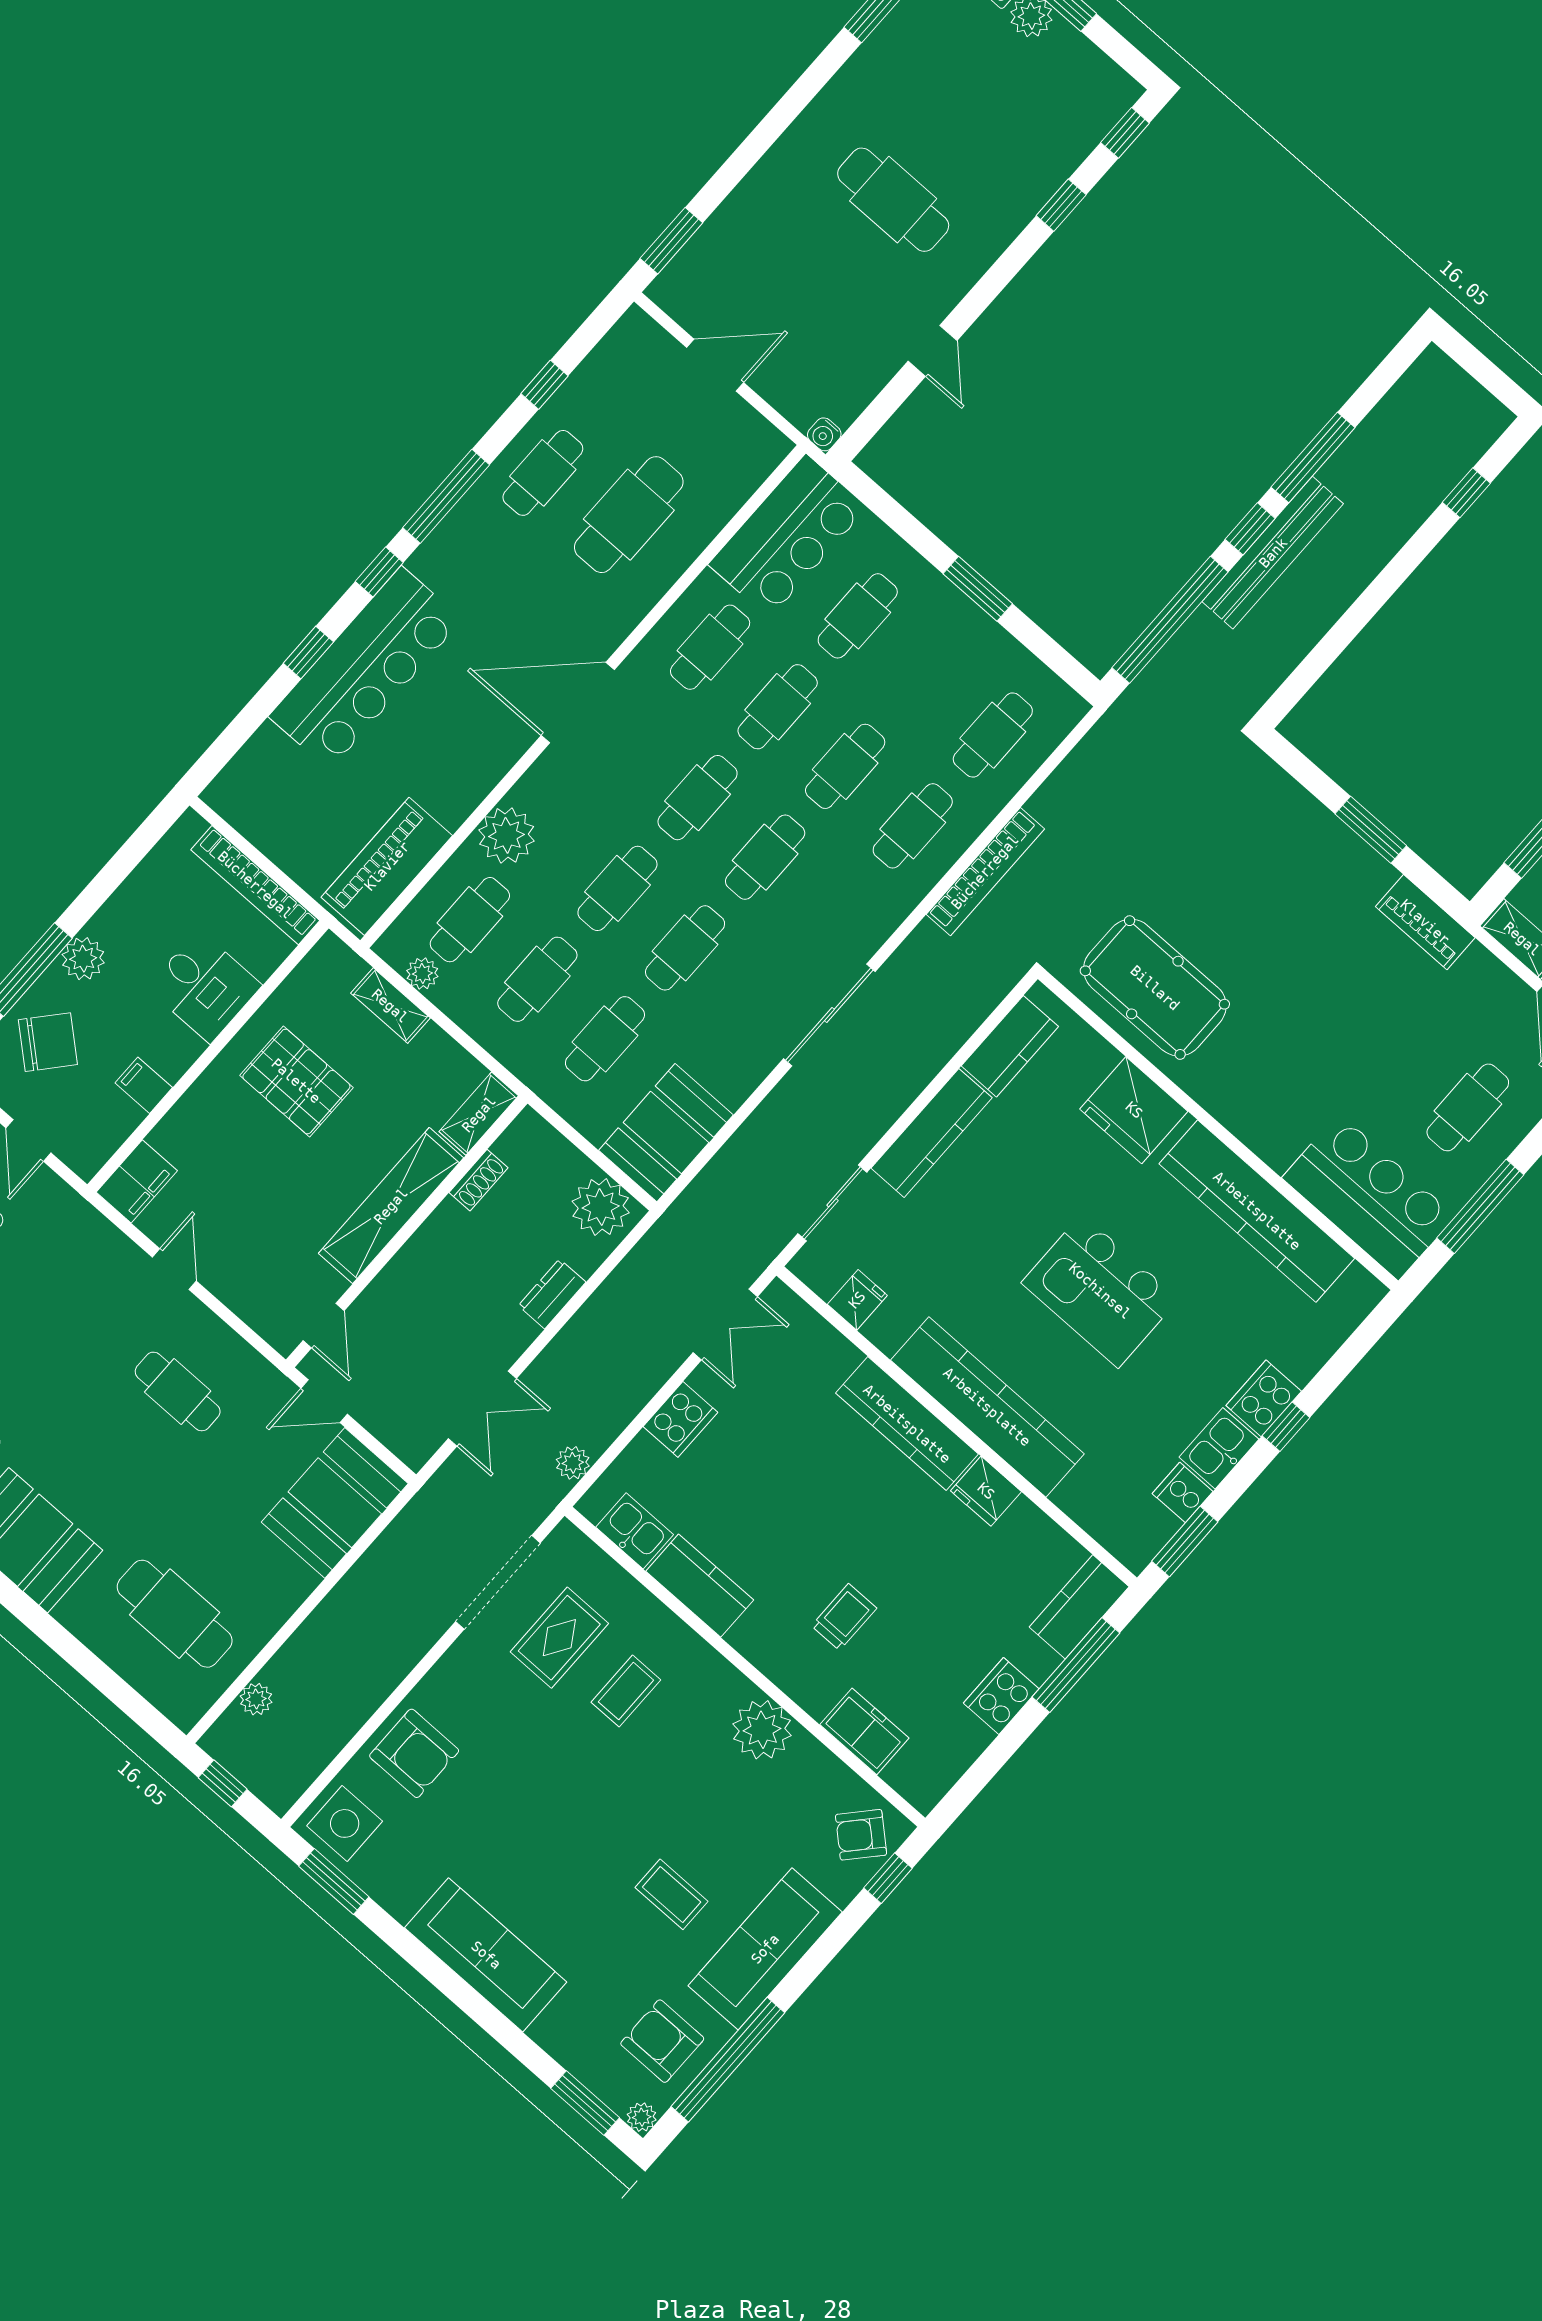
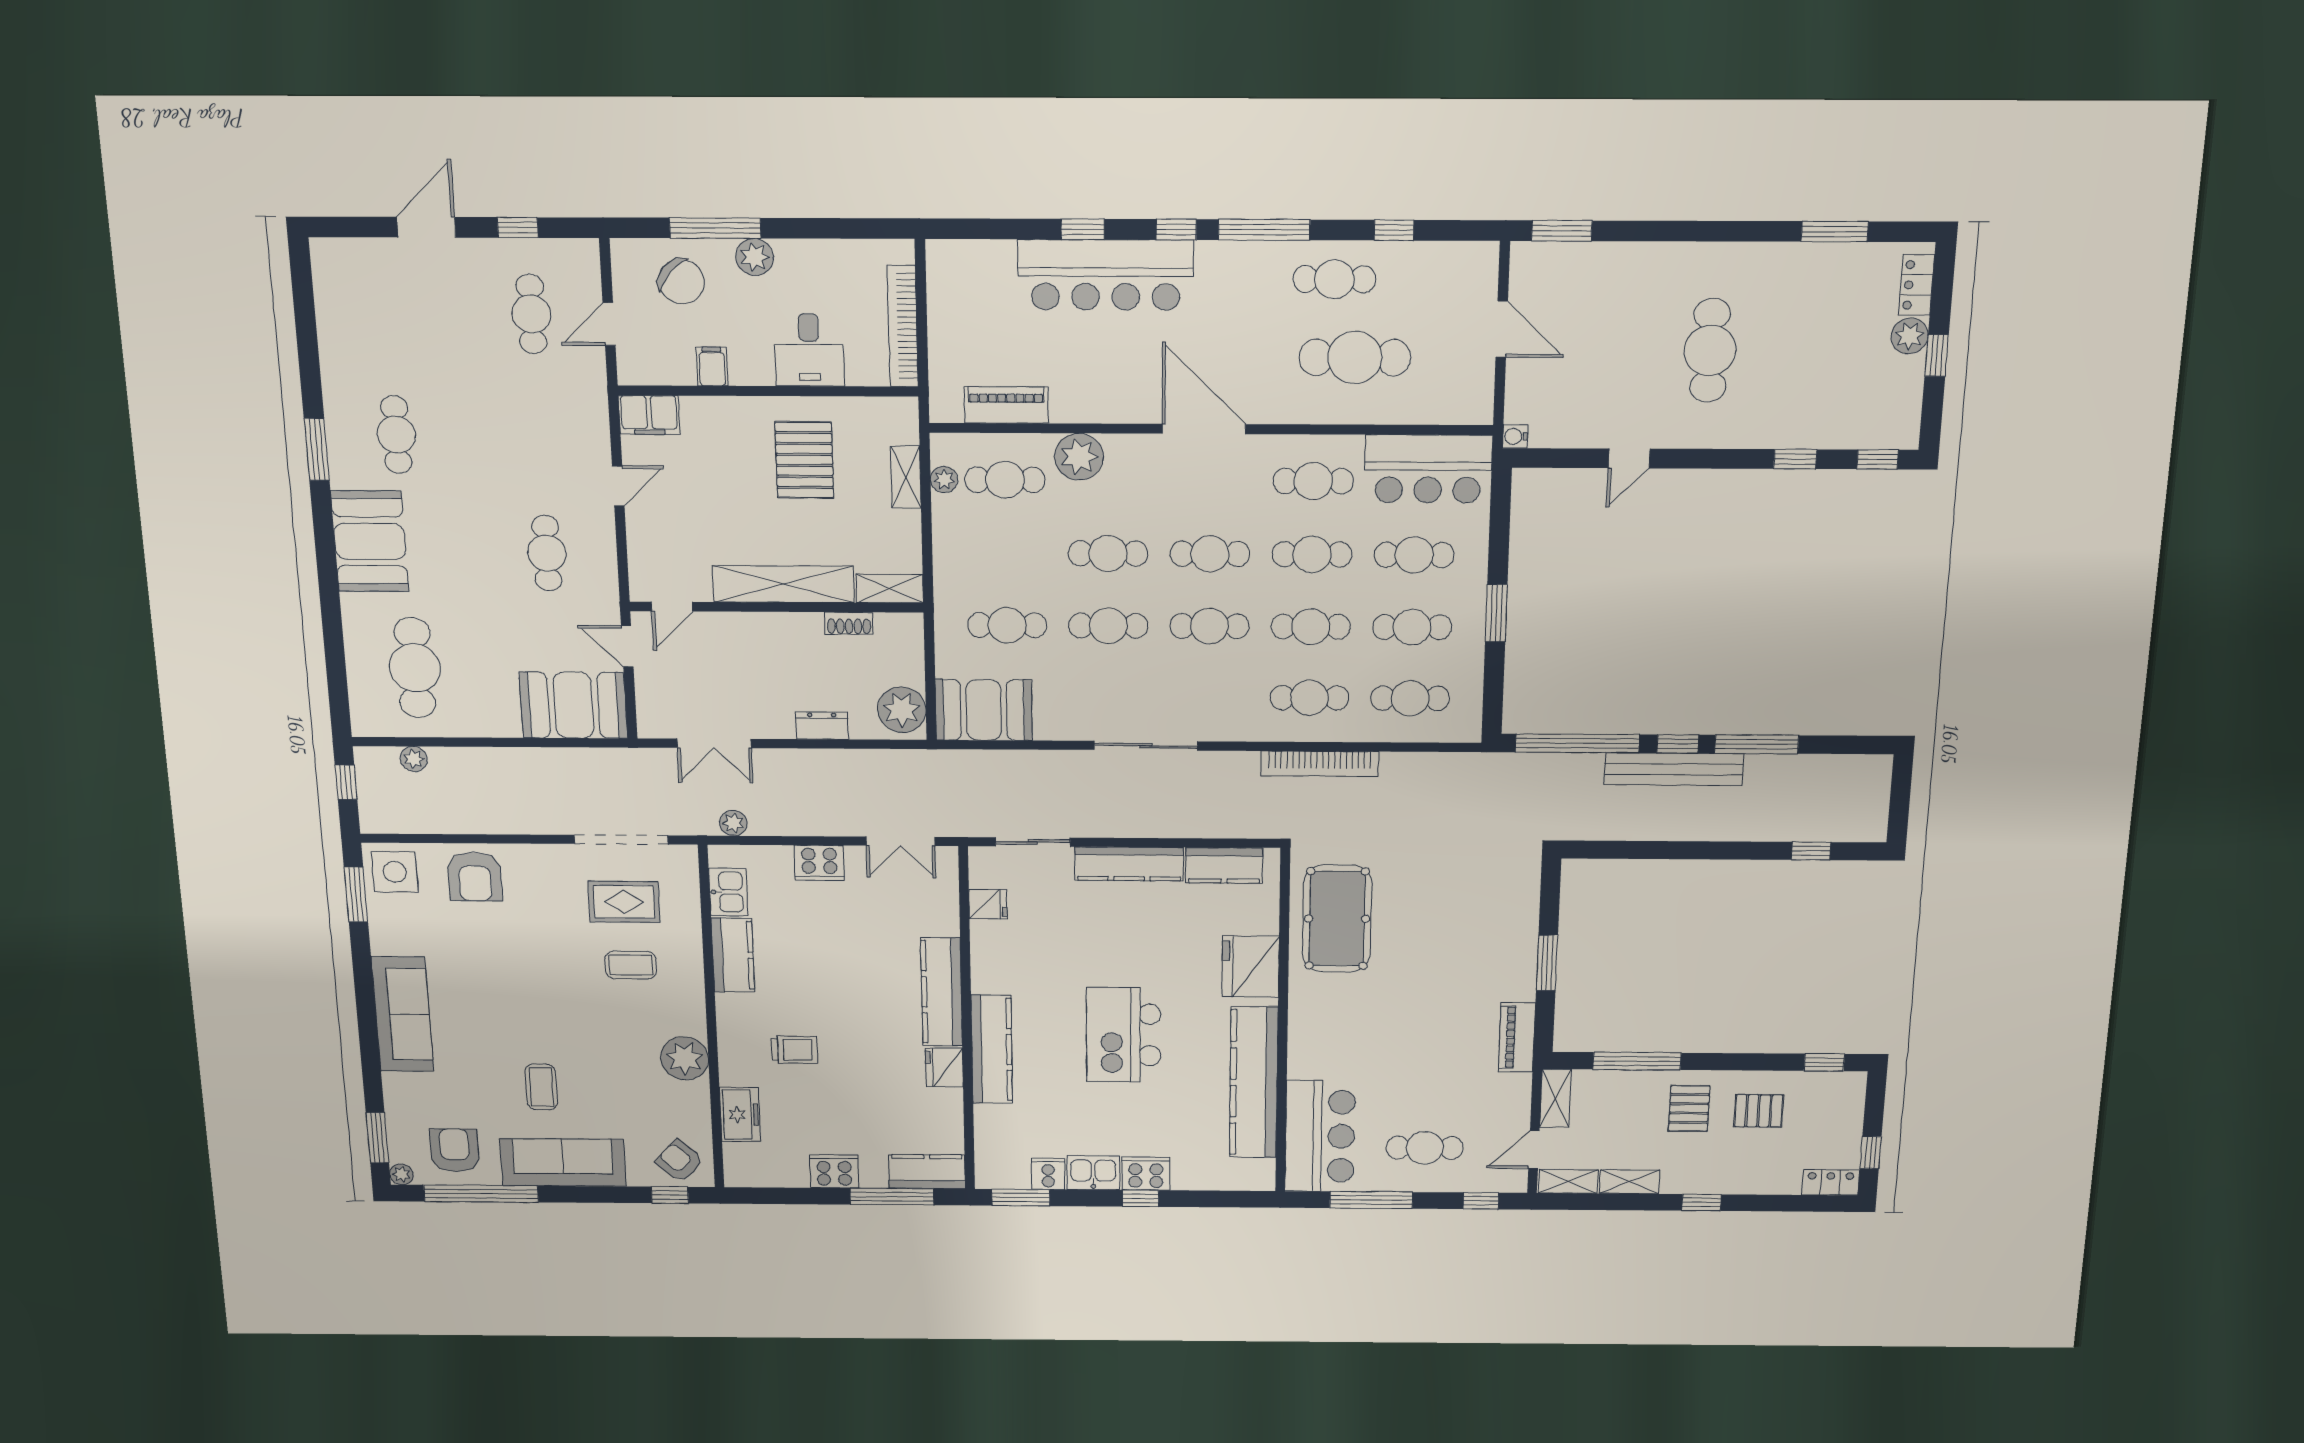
piano: (387, 866) -> (1006, 405), width x0.73, depth x0.75
cafe table: (537, 979) -> (1412, 627), moved
kitchen counter: (987, 1407) -> (992, 1049), width x0.72, depth x0.86

